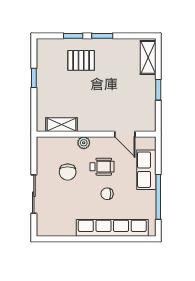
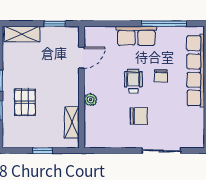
shelving: (62, 125) -> (72, 122), moved
wall: (96, 134) -> (82, 87), moved
door: (125, 134) -> (82, 58), moved
plant: (84, 143) -> (91, 100), moved

